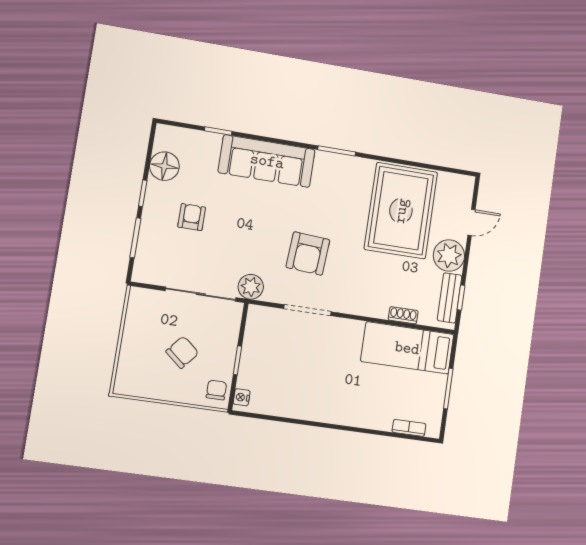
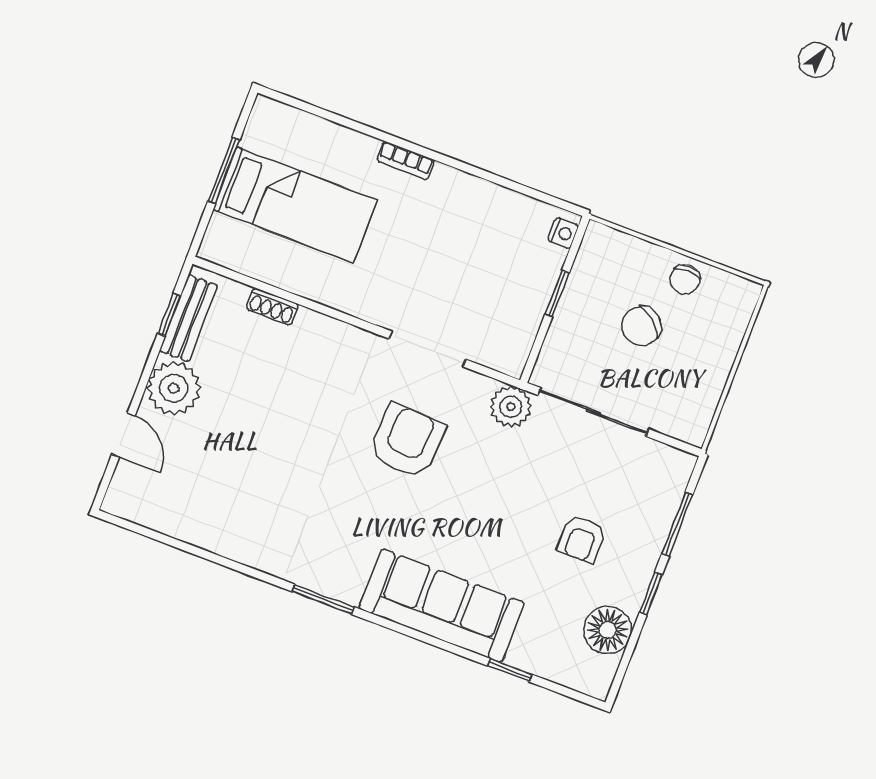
rug: (401, 211) -> (238, 479), removed
door: (471, 222) -> (123, 435), swing flipped
bed: (407, 348) -> (295, 205), moved
chair: (216, 390) -> (685, 280), moved
bookcase: (409, 428) -> (405, 160), moved

